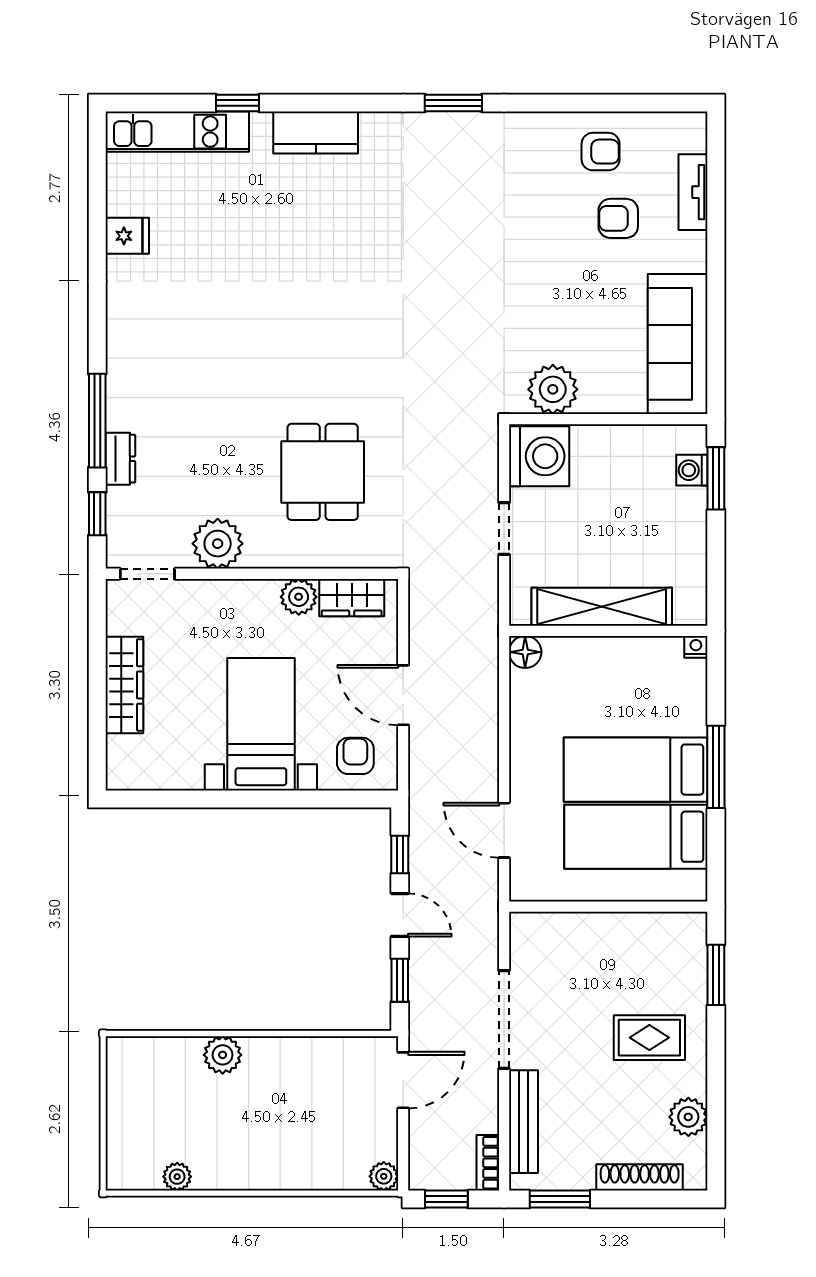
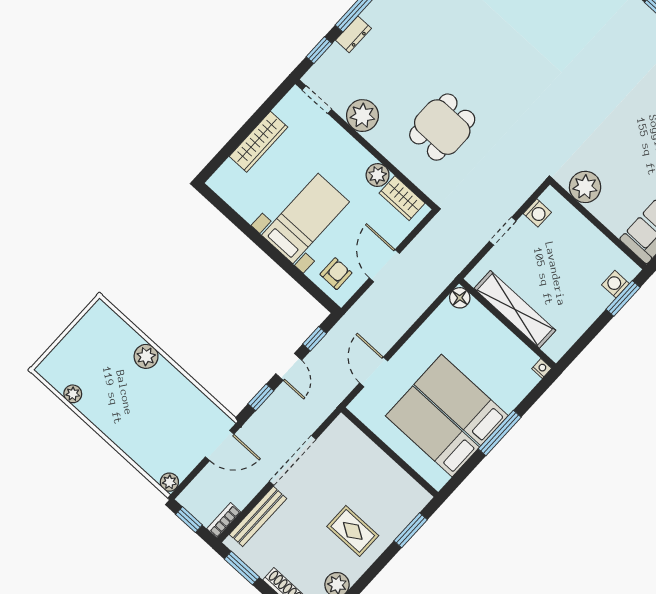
washing machine: (539, 456) -> (537, 213), width x0.53, depth x0.53

